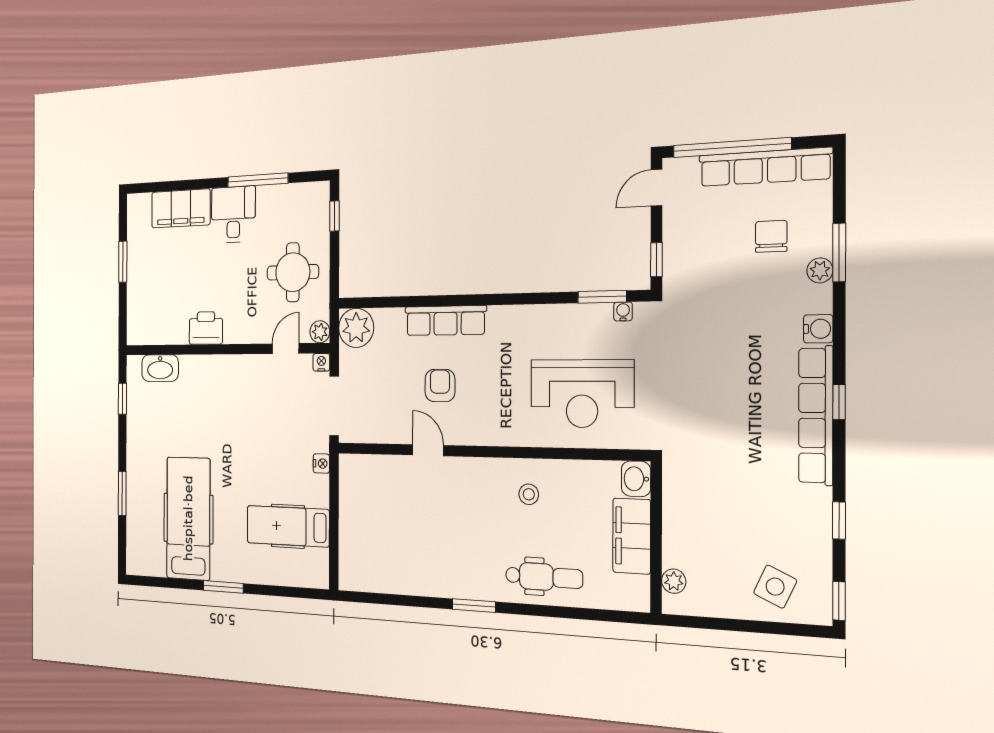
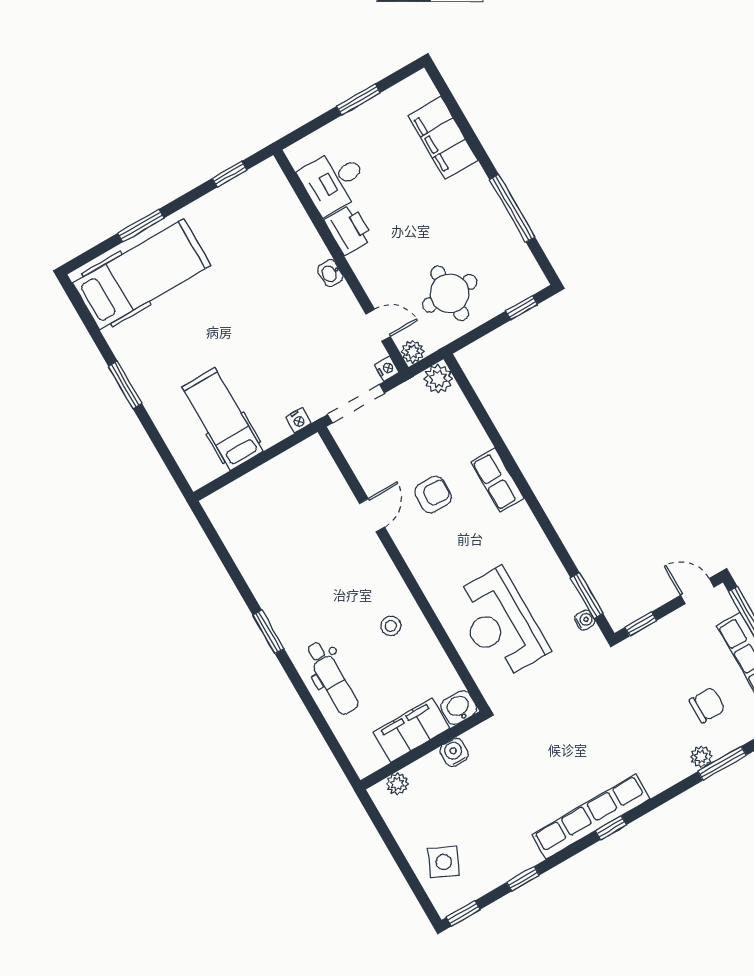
desk: (233, 215) -> (334, 181), moved, turned 180
row of seats: (445, 321) -> (498, 480), width x0.68
plant: (356, 328) -> (438, 379), width x0.73, depth x0.73
water cooler: (818, 329) -> (454, 752), moved, turned 180
washbasin: (160, 368) -> (330, 273), moved, width x0.52, depth x0.69
hospital bed: (188, 518) -> (142, 274), moved

